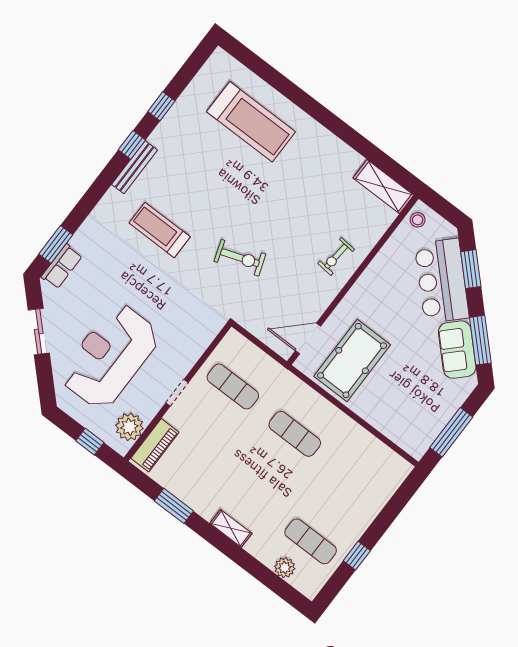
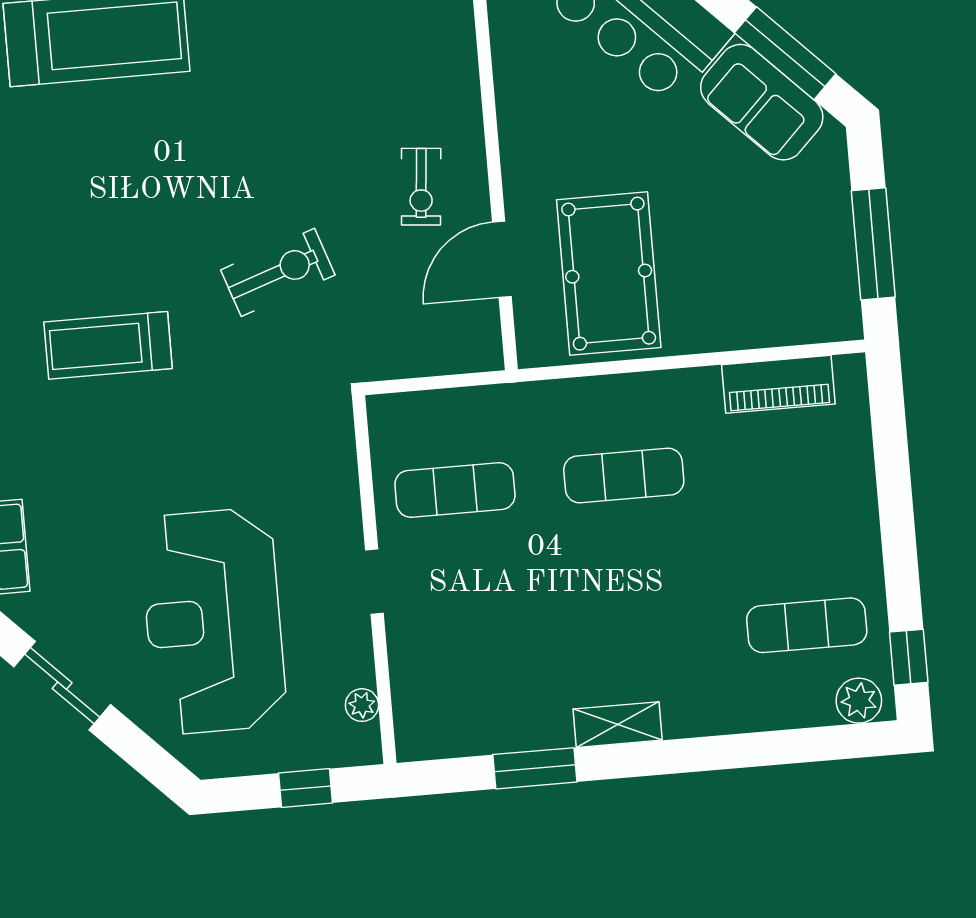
exercise bike: (336, 256) -> (421, 187), moved
door: (308, 338) -> (502, 259), moved
plant: (129, 427) -> (362, 705), width x0.53, depth x0.53
piano: (155, 445) -> (778, 384), moved, turned 90
shelving: (231, 528) -> (618, 725), moved
window: (357, 556) -> (909, 657), moved
plant: (285, 568) -> (859, 701), moved

